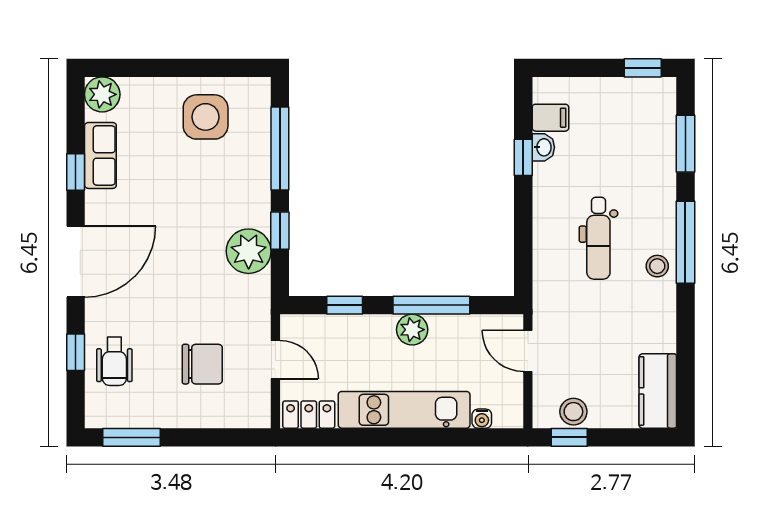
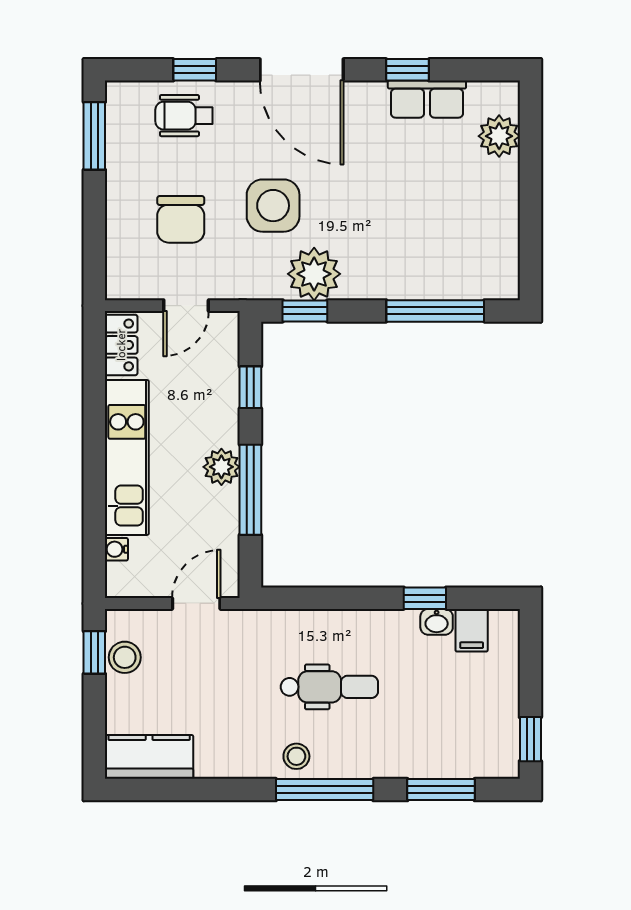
plant: (102, 94) -> (499, 136), moved
side table: (206, 117) -> (273, 206), moved
window: (280, 231) -> (305, 311), moved
dental chair: (598, 238) -> (329, 687), turned 180

